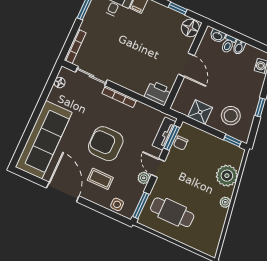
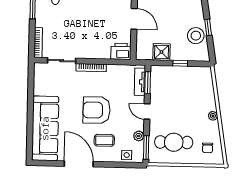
floor lamp: (60, 83) -> (38, 77), removed
stool: (231, 116) -> (196, 36), moved
window: (232, 141) -> (180, 63), moved
chair: (181, 143) -> (208, 148), moved
plant: (227, 176) -> (205, 94), removed
plant: (144, 178) -> (139, 136), moved

